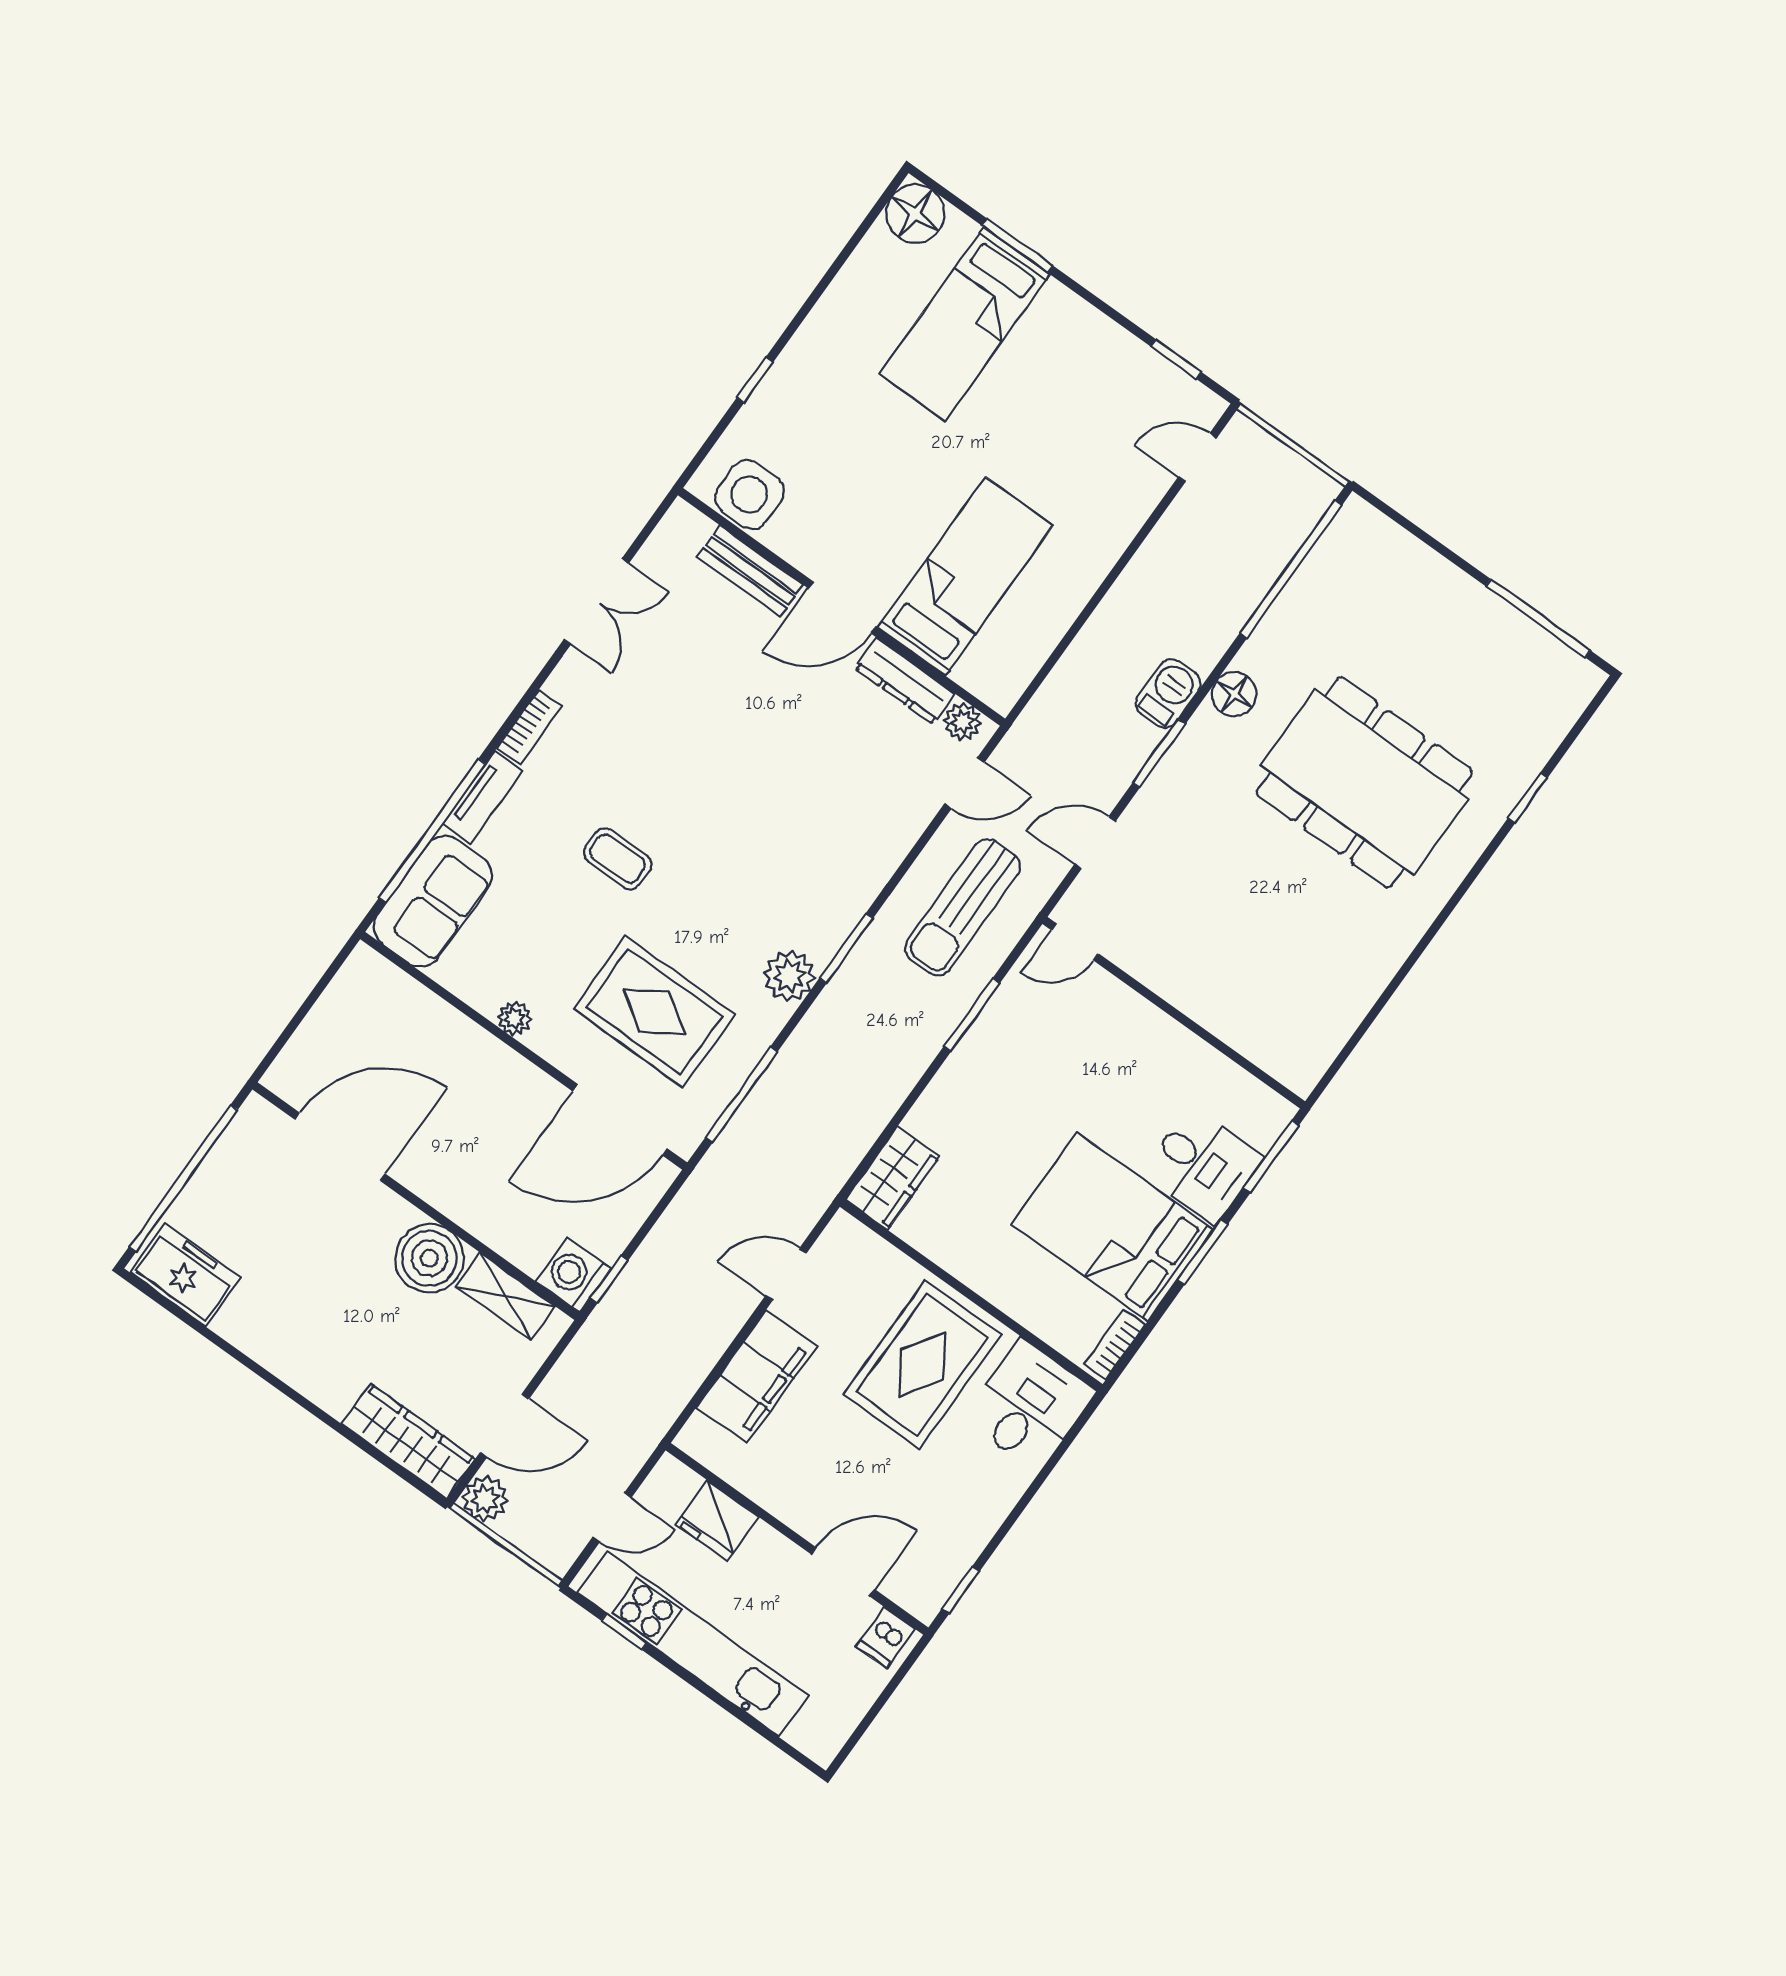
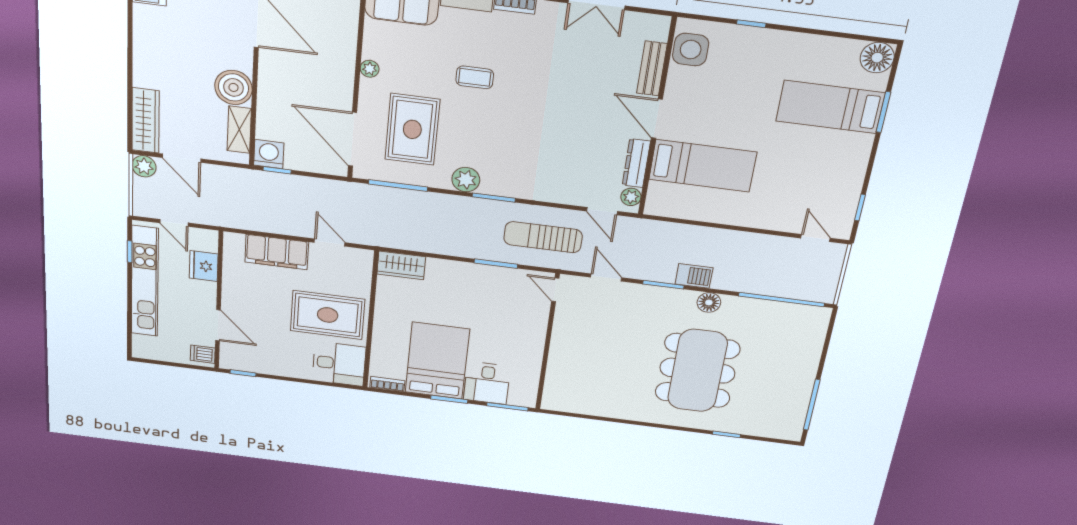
coffee table: (618, 859) -> (475, 77), turned 90

